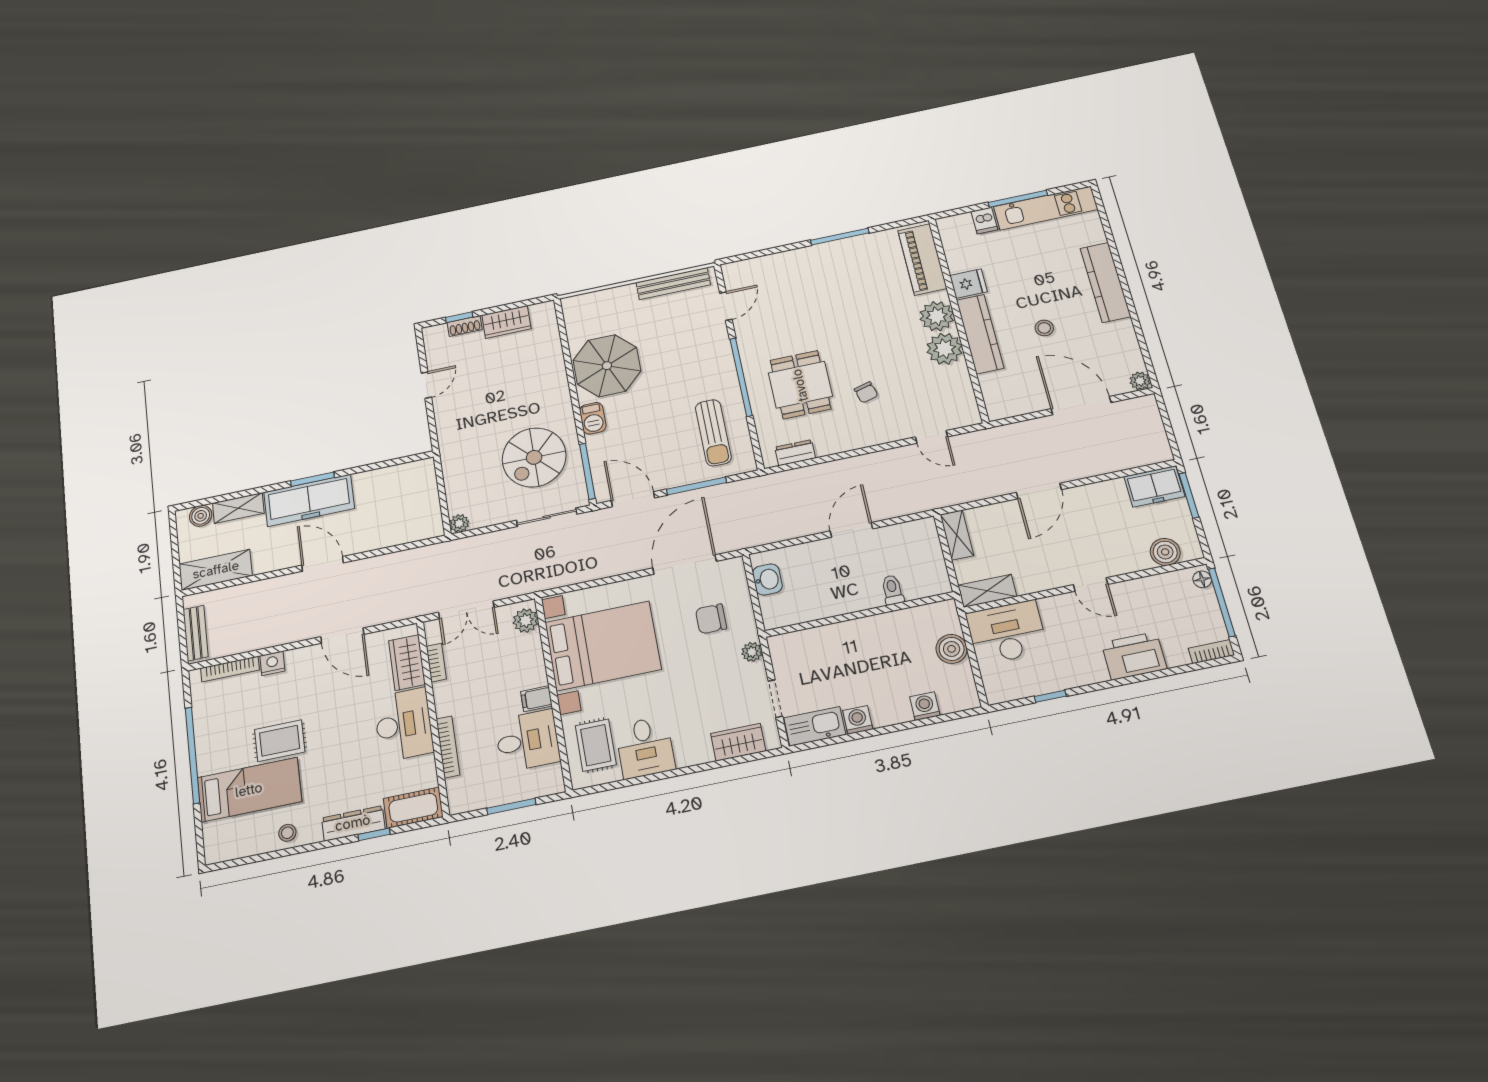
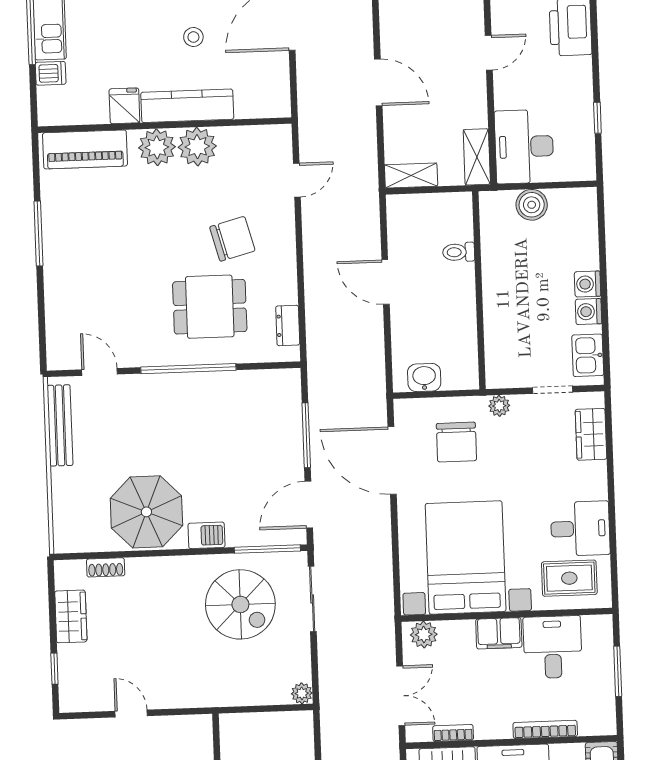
shoe rack: (465, 326) -> (106, 567), moved, turned 90
chair: (866, 392) -> (232, 239), width x1.87, depth x1.87
sun lounger: (713, 433) -> (248, 408), removed
chair: (711, 619) -> (456, 442), width x1.37, depth x1.37
filing cabinet: (536, 699) -> (499, 633), width x2.00
washing machine: (925, 706) -> (588, 284), moved
kitchen sink: (815, 726) -> (588, 355), width x0.73

